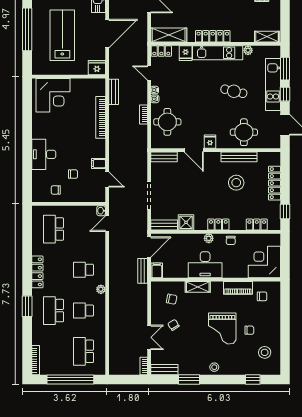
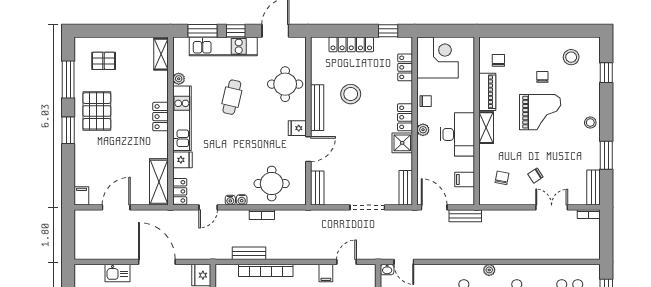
locker: (213, 36) -> (161, 117), width x0.66
bench: (114, 92) -> (249, 253), moved
bench: (239, 157) -> (317, 108), moved
shower: (186, 222) -> (402, 143), moved
corner desk: (264, 262) -> (438, 58), moved, turned 180
filing cabinet: (157, 270) -> (465, 180), moved
shelving: (198, 287) -> (486, 128), moved

